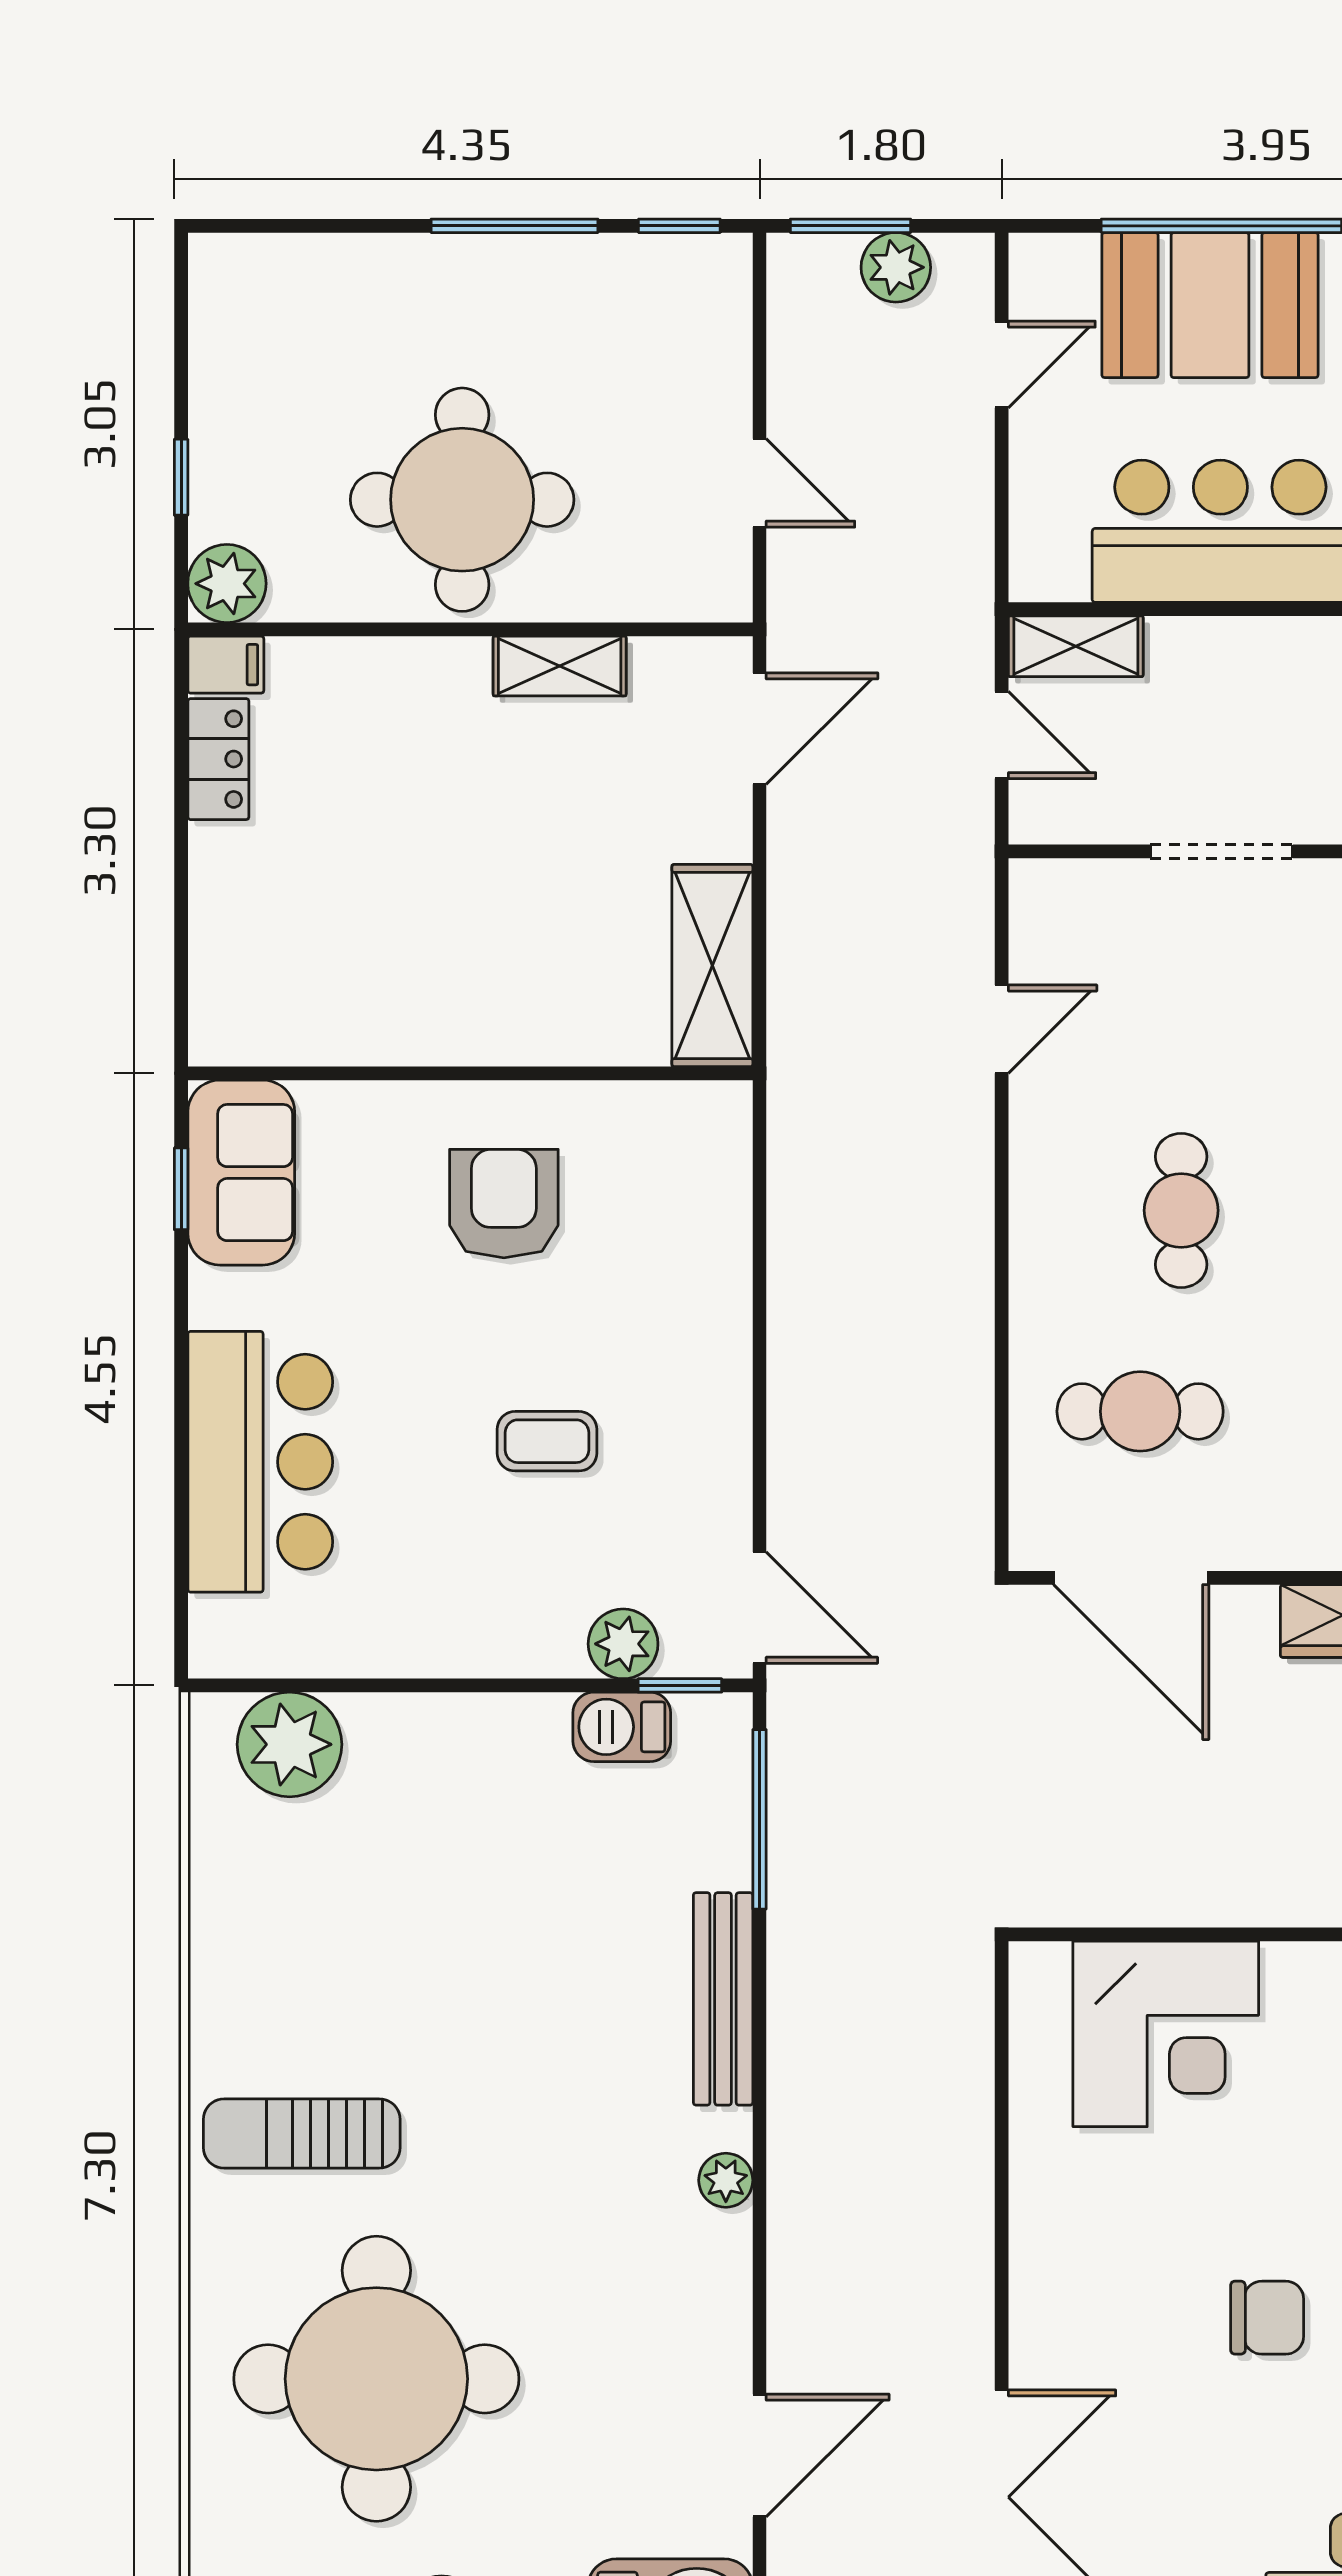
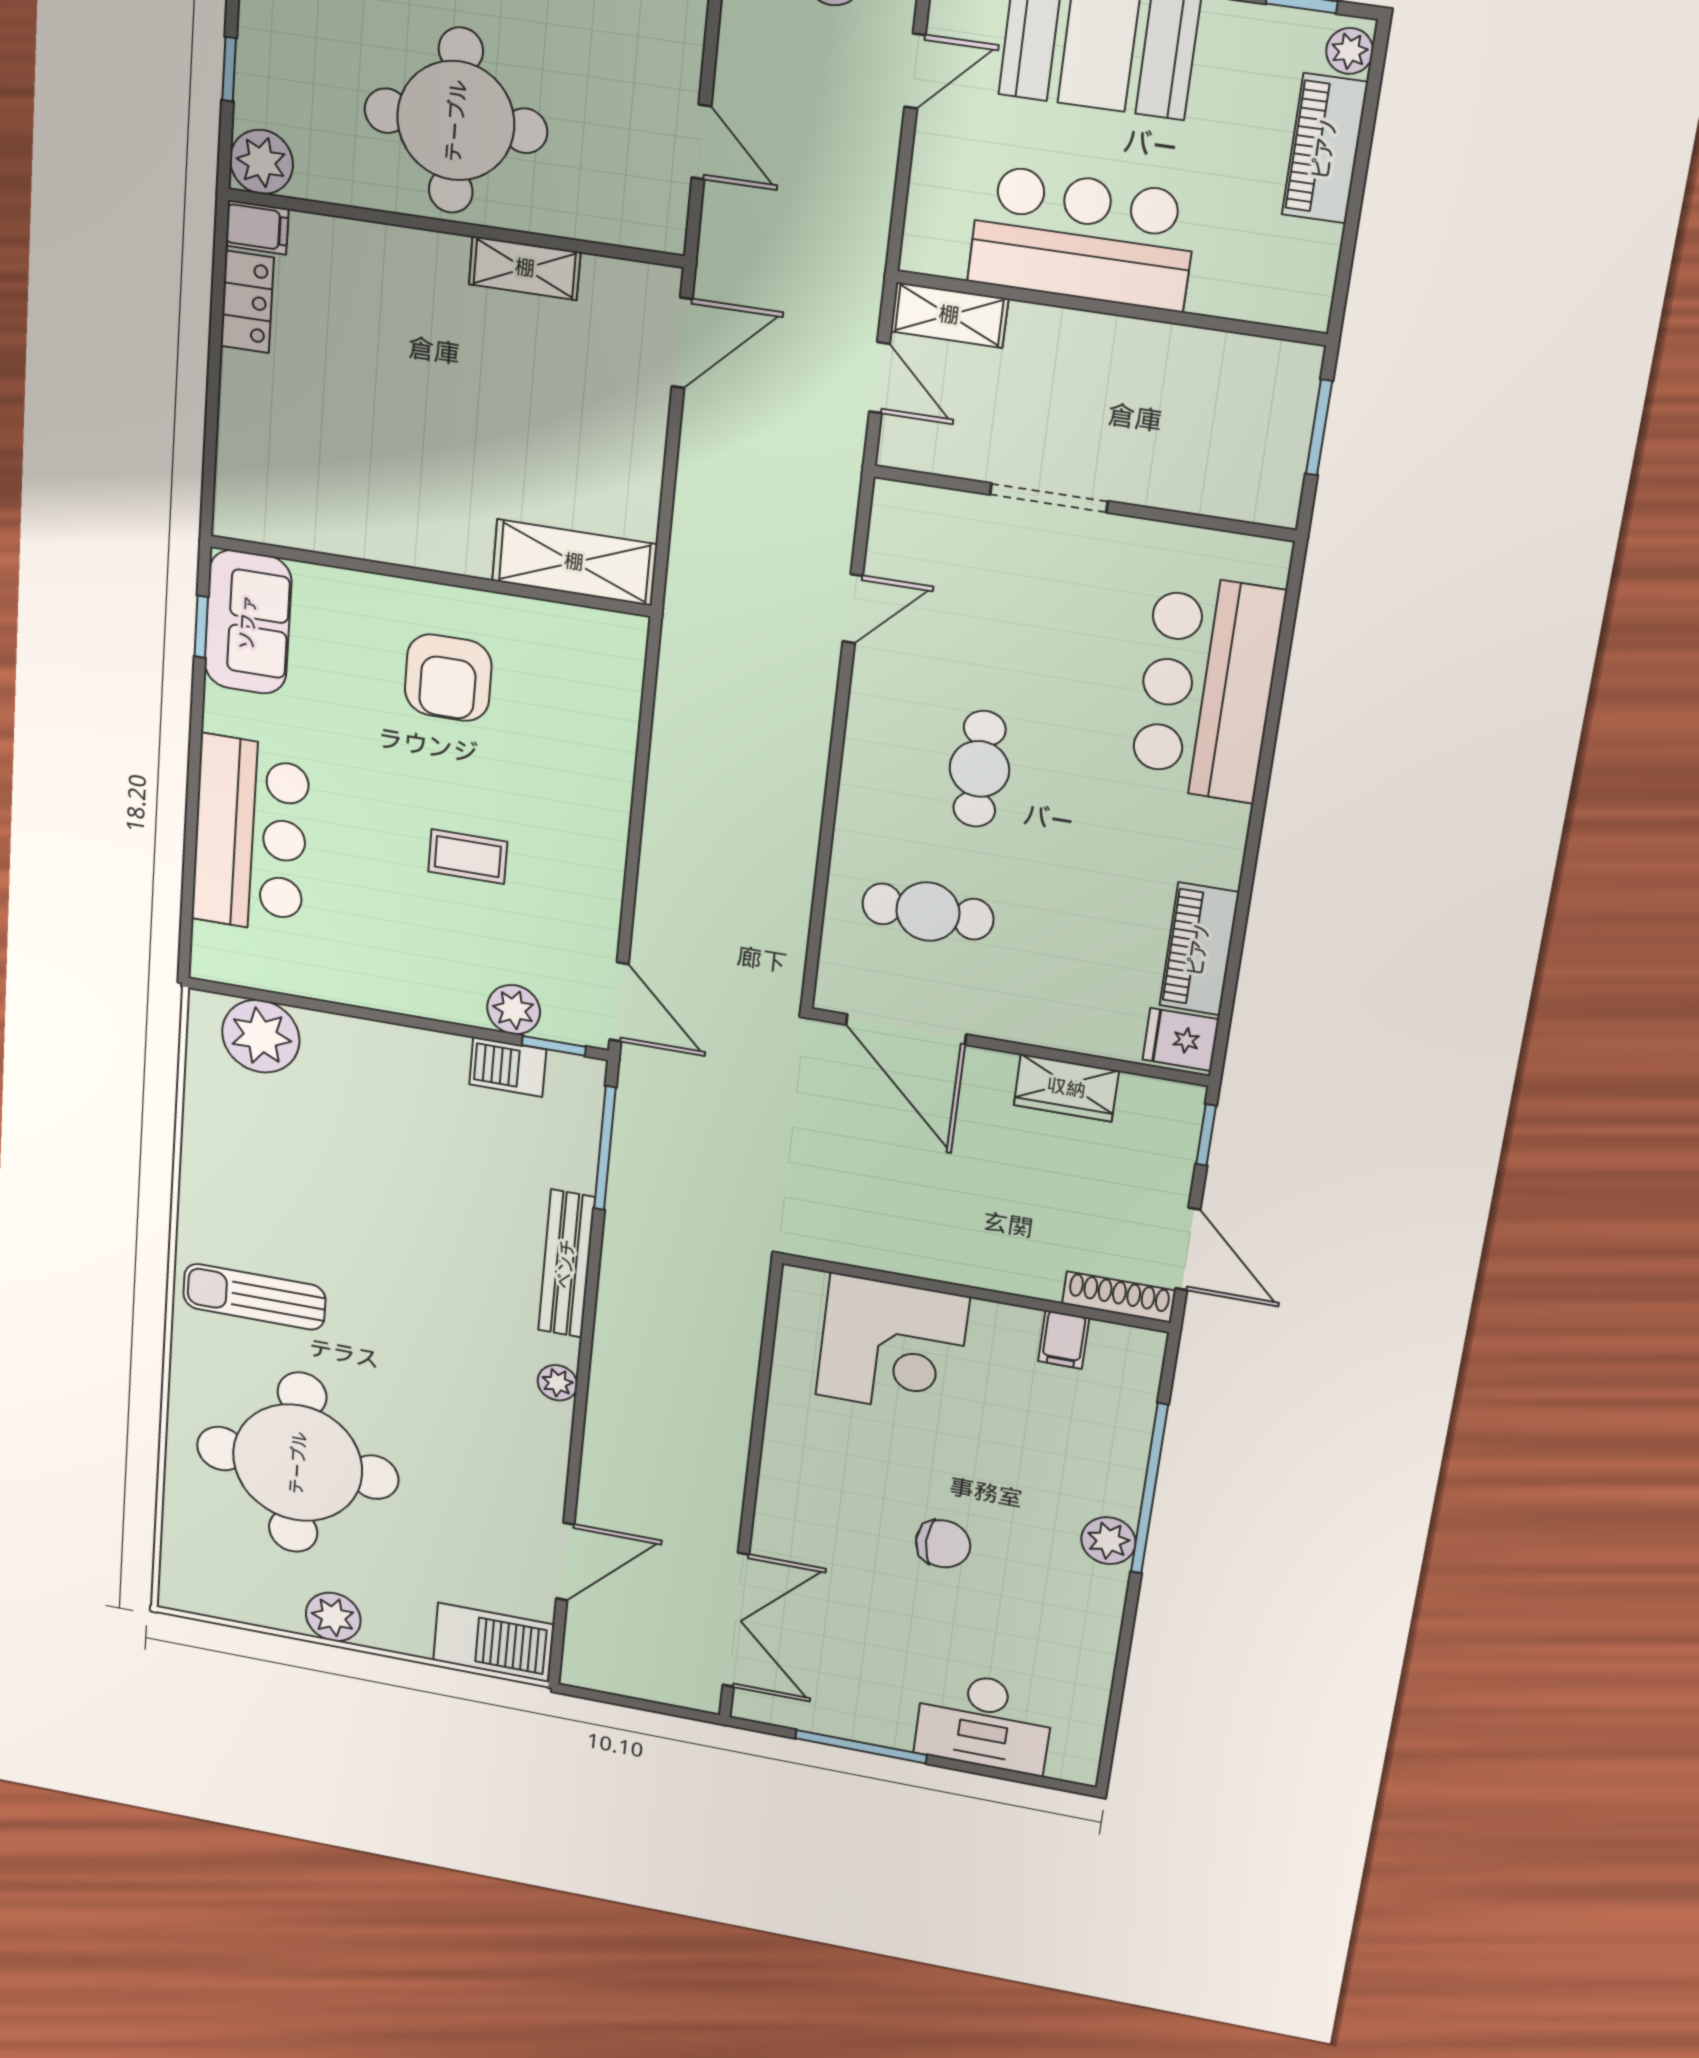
shelving: (712, 965) -> (574, 562), moved, turned 90
armchair: (504, 1204) -> (448, 678), turned 180

